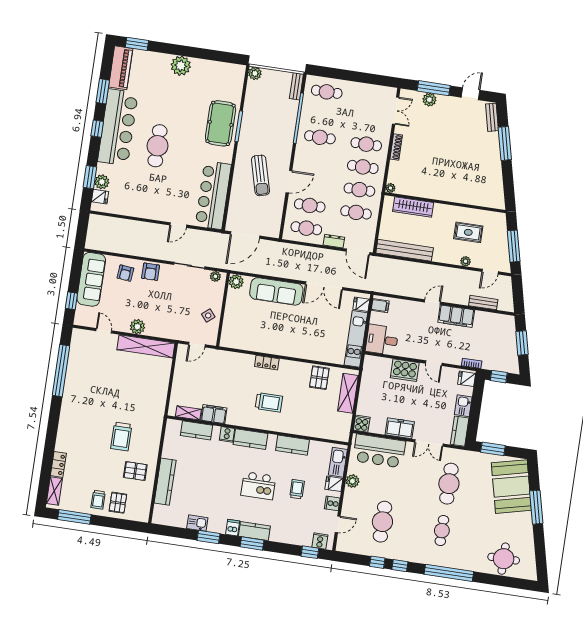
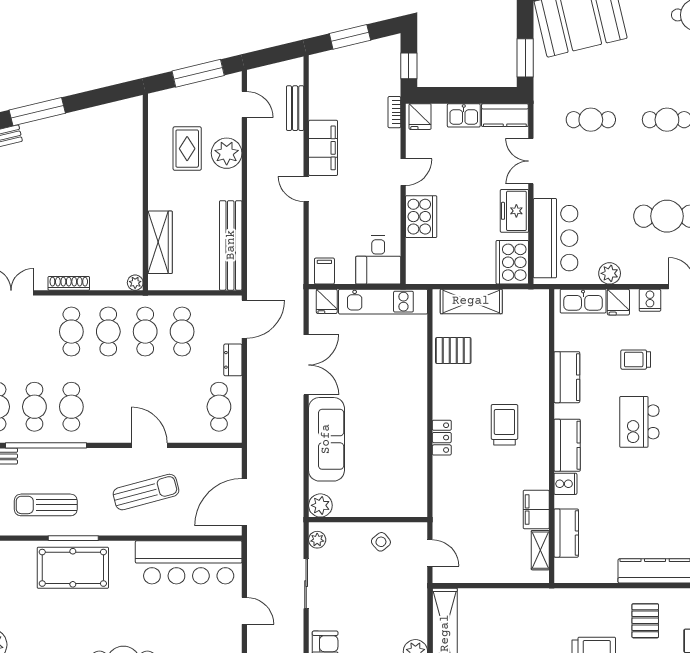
sun lounger: (262, 112) -> (46, 505), added
cafe table: (310, 205) -> (34, 407), moved
door: (245, 235) -> (244, 502), swing flipped
plant: (465, 261) -> (227, 153), width x1.88, depth x1.88
cooker: (362, 424) -> (512, 262), width x1.87, depth x1.31
double door: (429, 443) -> (531, 161), swing flipped
cafe table: (449, 484) -> (591, 120), width x0.73, depth x0.74
kitchen island: (258, 486) -> (639, 422), turned 180

